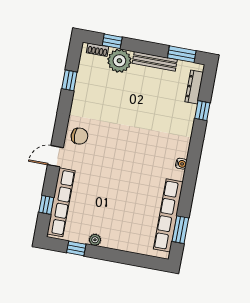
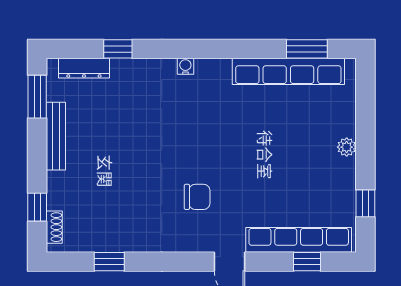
plant: (119, 61) -> (65, 190), removed
chair: (79, 136) -> (197, 197), moved, turned 90
water cooler: (181, 164) -> (185, 66), moved
plant: (95, 240) -> (347, 147), moved

